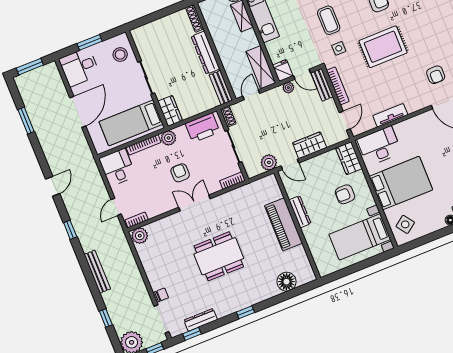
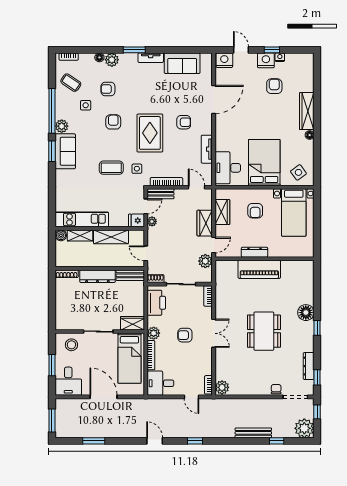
shelving: (261, 67) -> (111, 237), moved
armchair: (436, 75) -> (184, 122), moved
wardrobe: (349, 158) -> (222, 212), moved, turned -90
double door: (195, 203) -> (214, 333), swing flipped
bench: (97, 272) -> (253, 433), moved
floor lamp: (287, 282) -> (306, 313), moved

